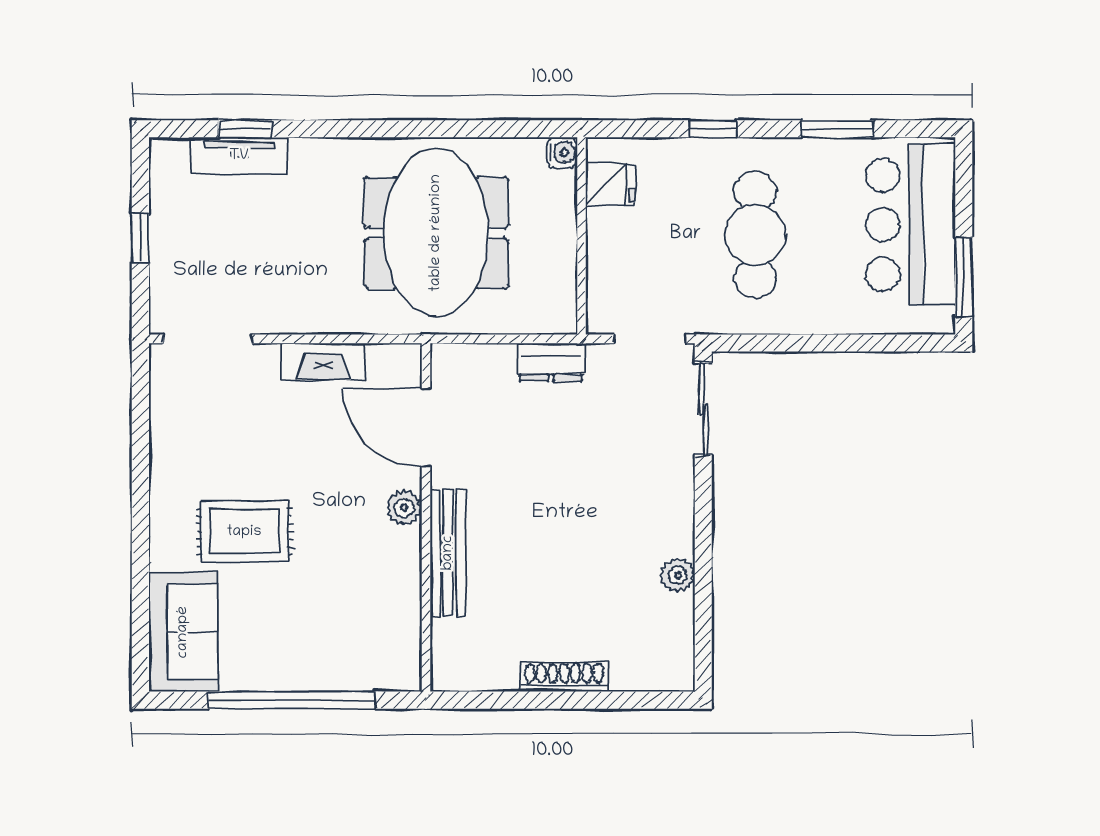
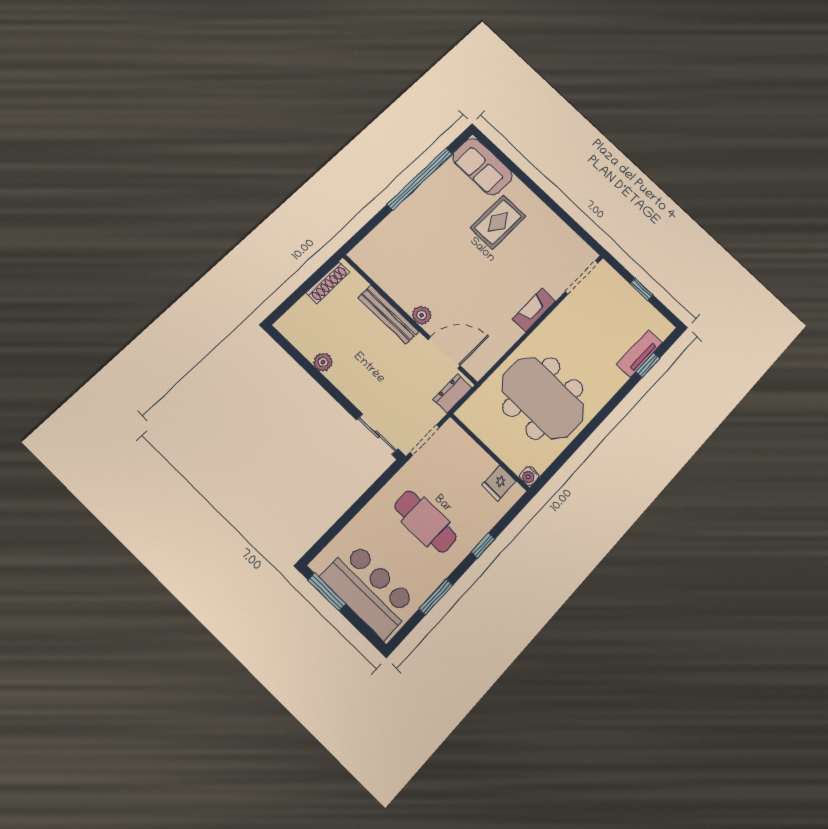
door: (426, 427) -> (444, 352), moved
plant: (404, 508) -> (422, 315), moved
wall: (426, 517) -> (410, 319), moved
bench: (448, 553) -> (388, 315), moved

